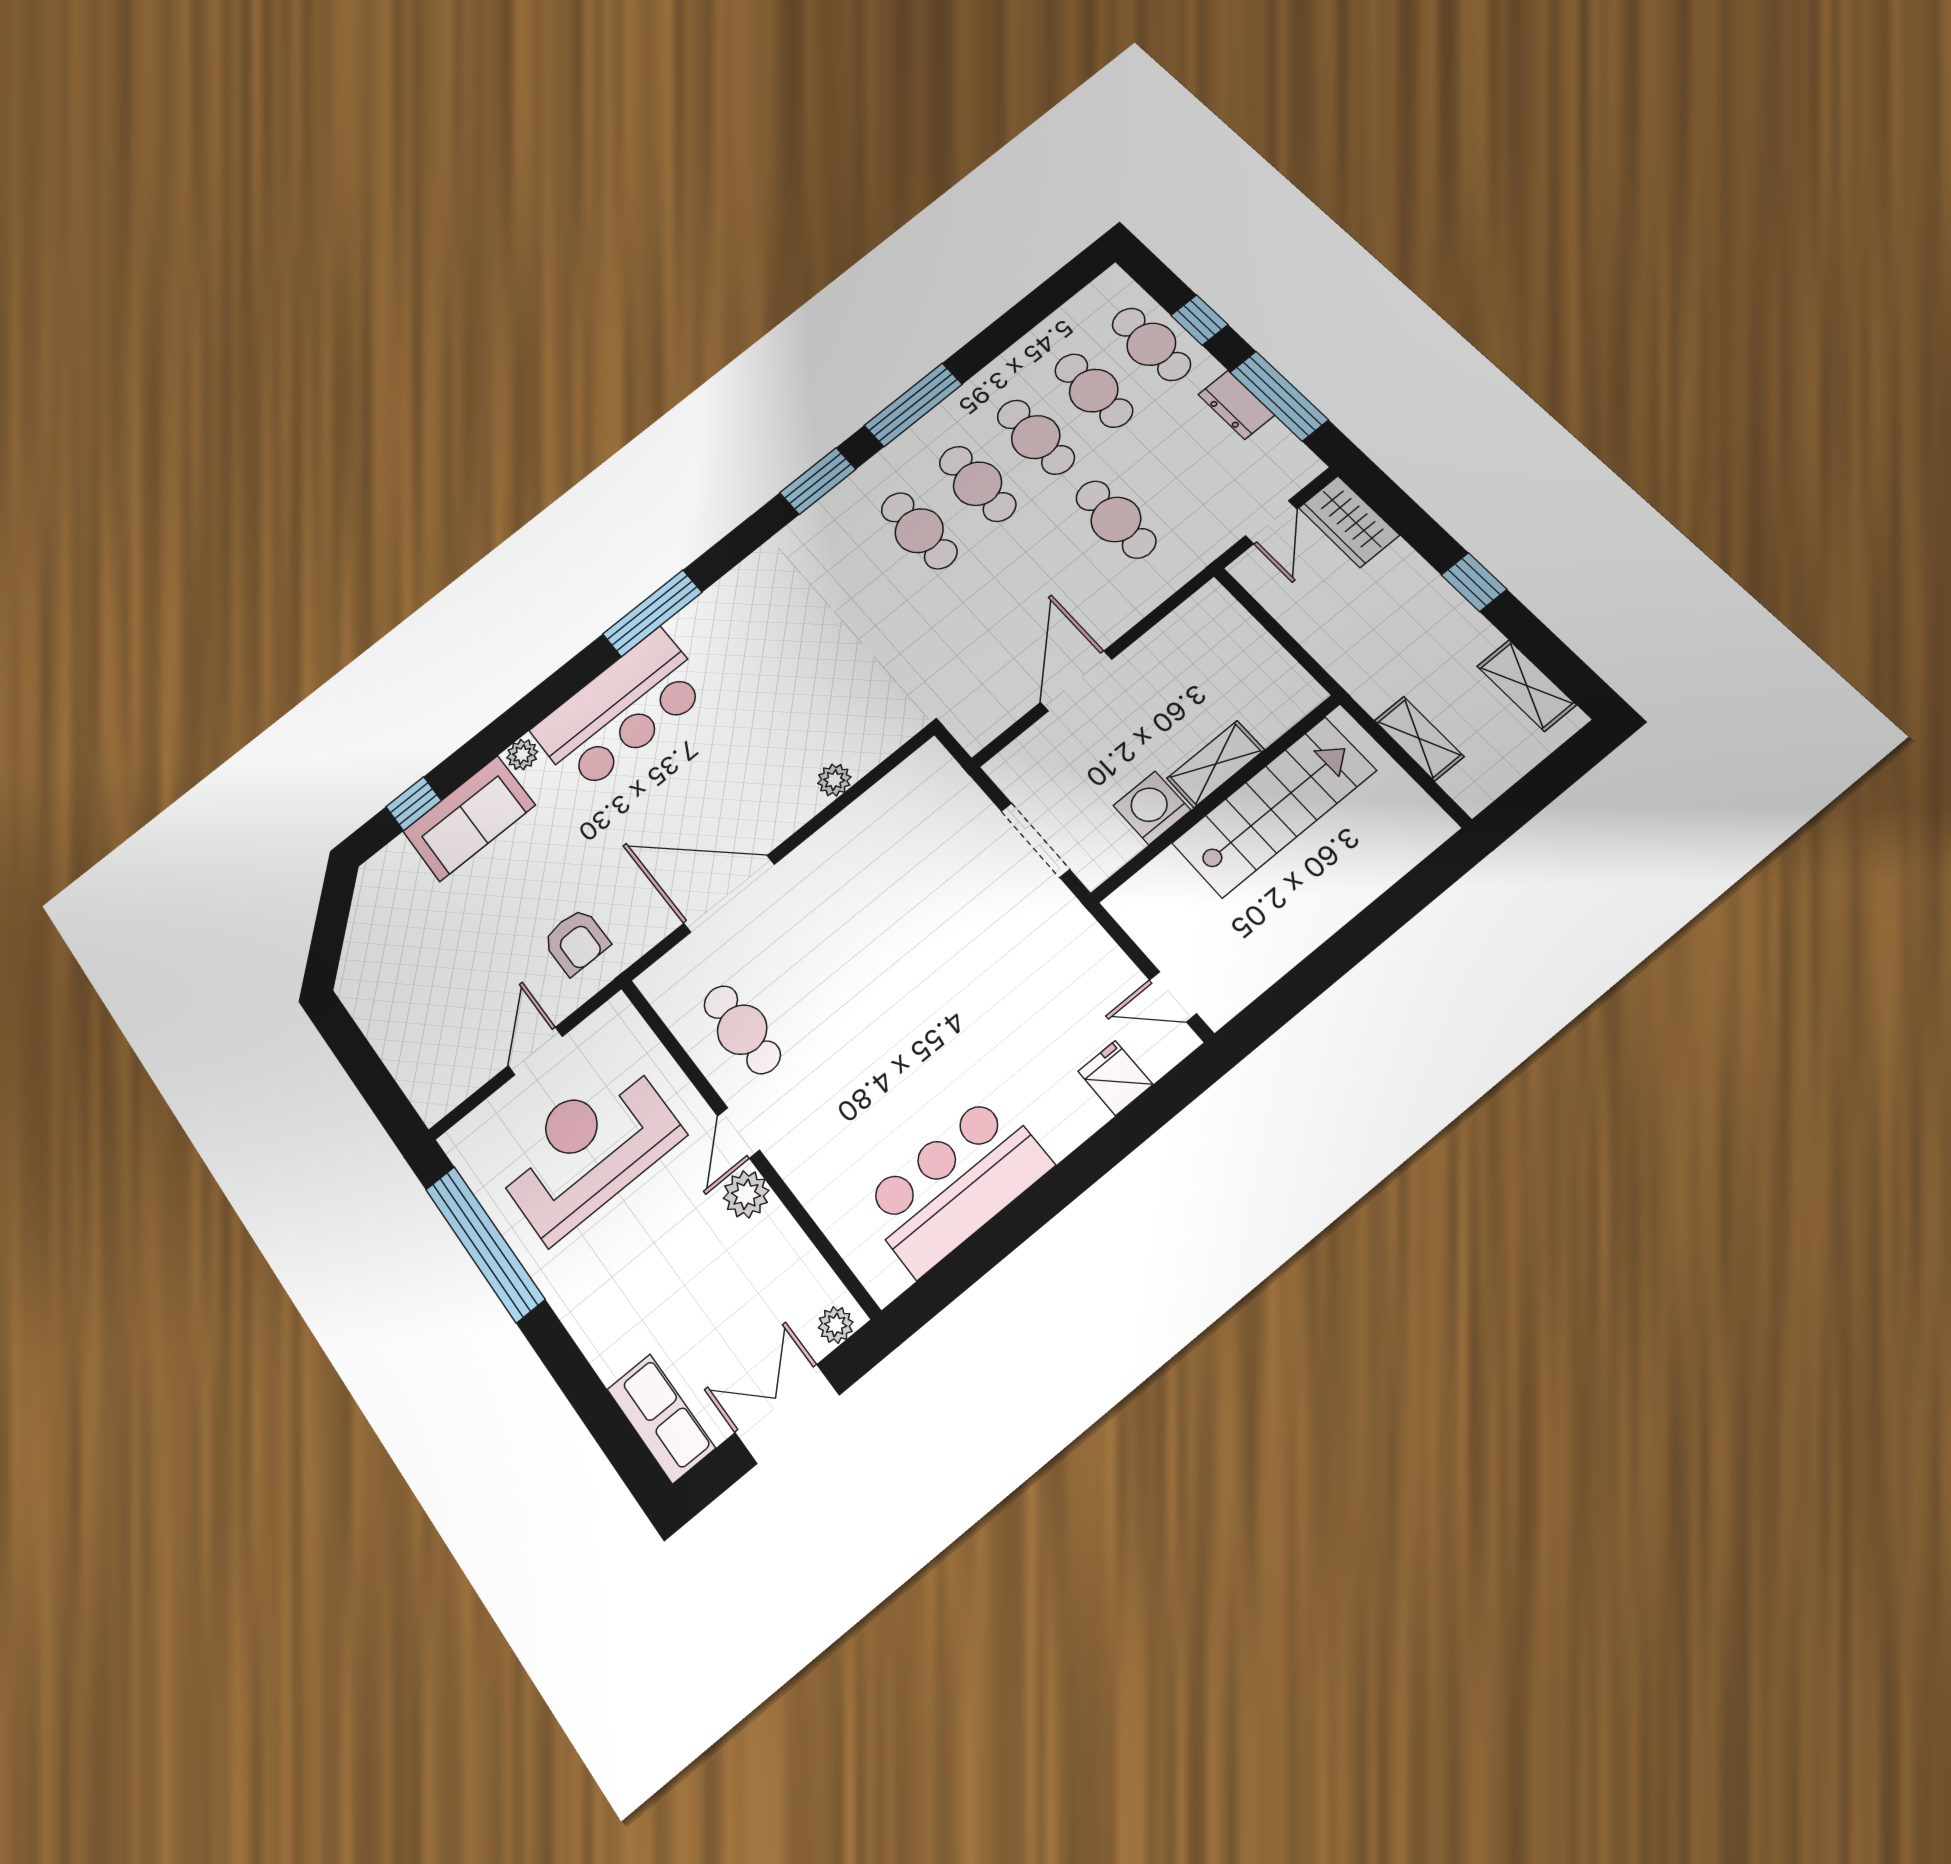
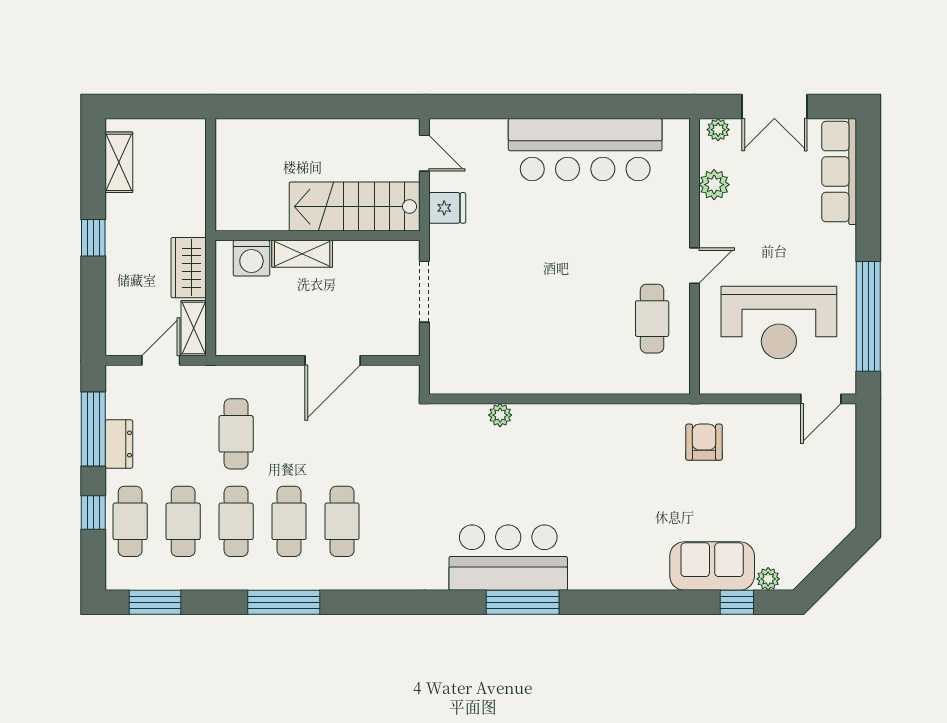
window: (818, 481) -> (155, 602), moved
wardrobe: (1349, 521) -> (189, 268), moved, turned 180
bar counter: (621, 710) -> (508, 558), moved
shelving: (1419, 739) -> (194, 328), moved
plant: (522, 755) -> (768, 579), moved
stairs: (1274, 807) -> (355, 207), moved
washing machine: (1152, 808) -> (251, 258), moved
door: (729, 894) -> (603, 399), removed
door: (535, 1051) -> (821, 399), moved
fridge: (1115, 1078) -> (447, 208), moved, turned -90
bar counter: (956, 1184) -> (585, 150), width x1.36
plant: (746, 1194) -> (714, 185), moved
row of seats: (661, 1419) -> (839, 172), width x1.48

